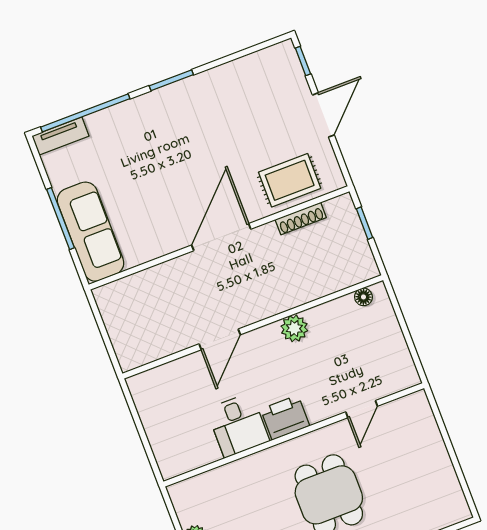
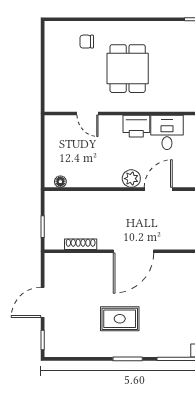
rug: (290, 180) -> (120, 319), moved
plant: (294, 328) -> (131, 179), moved
door: (362, 409) -> (88, 113), swing flipped
chair: (402, 511) -> (87, 42), added

